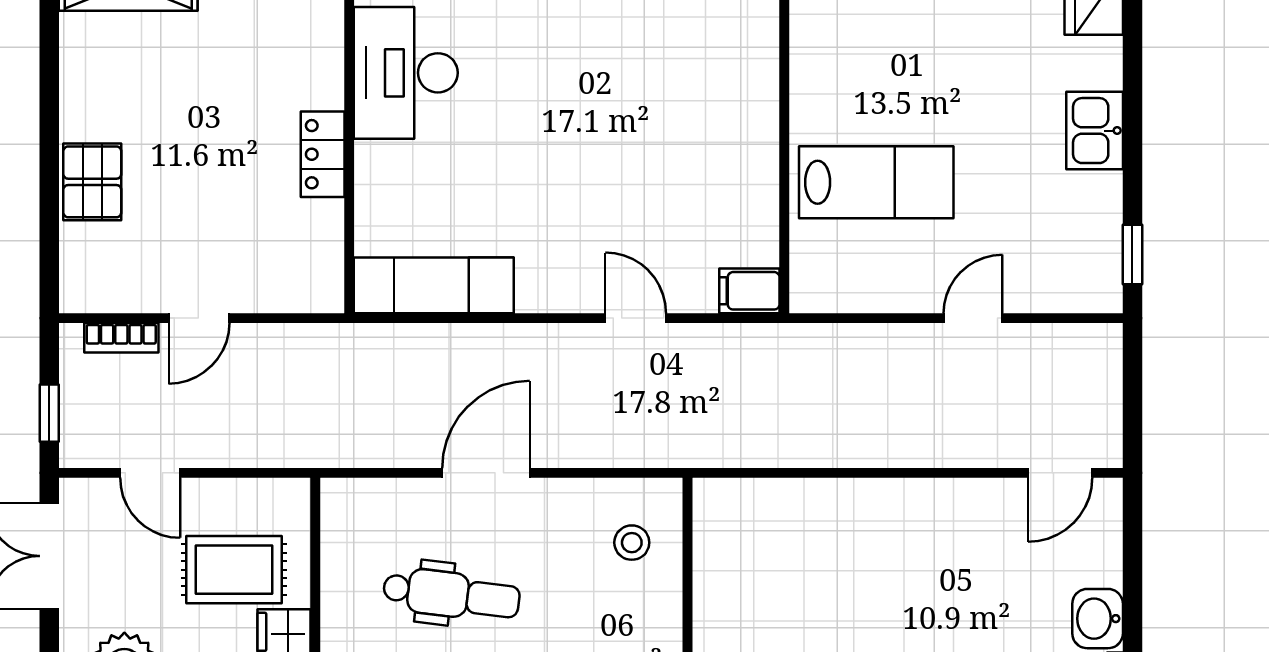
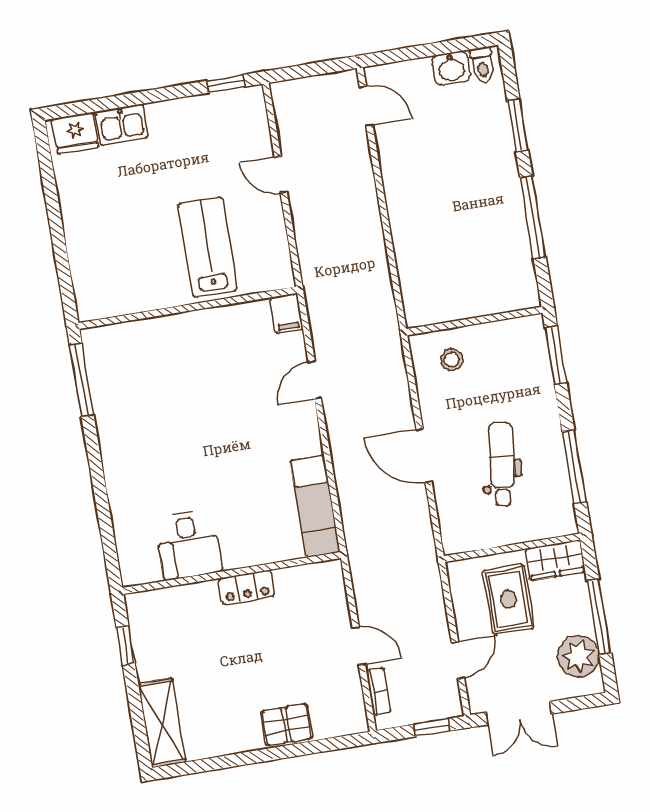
desk: (406, 73) -> (188, 545), width x0.73
kitchen sink: (1095, 131) -> (122, 125), moved

